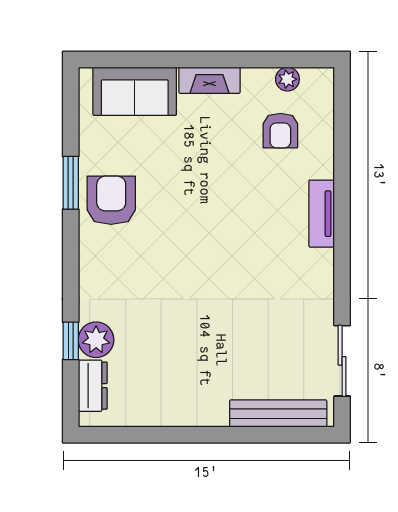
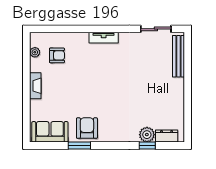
sofa: (135, 91) -> (50, 132), moved, turned -90
armchair: (111, 200) -> (87, 128), turned 90
tv unit: (322, 214) -> (104, 38), moved

